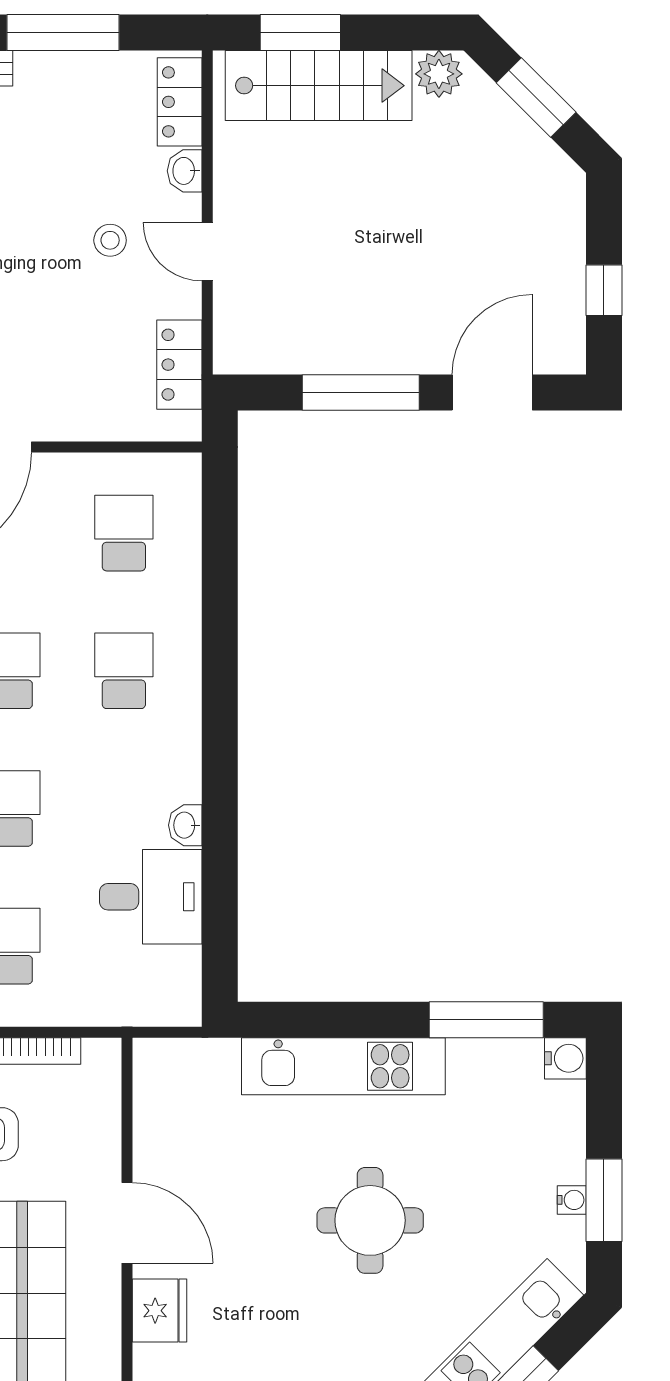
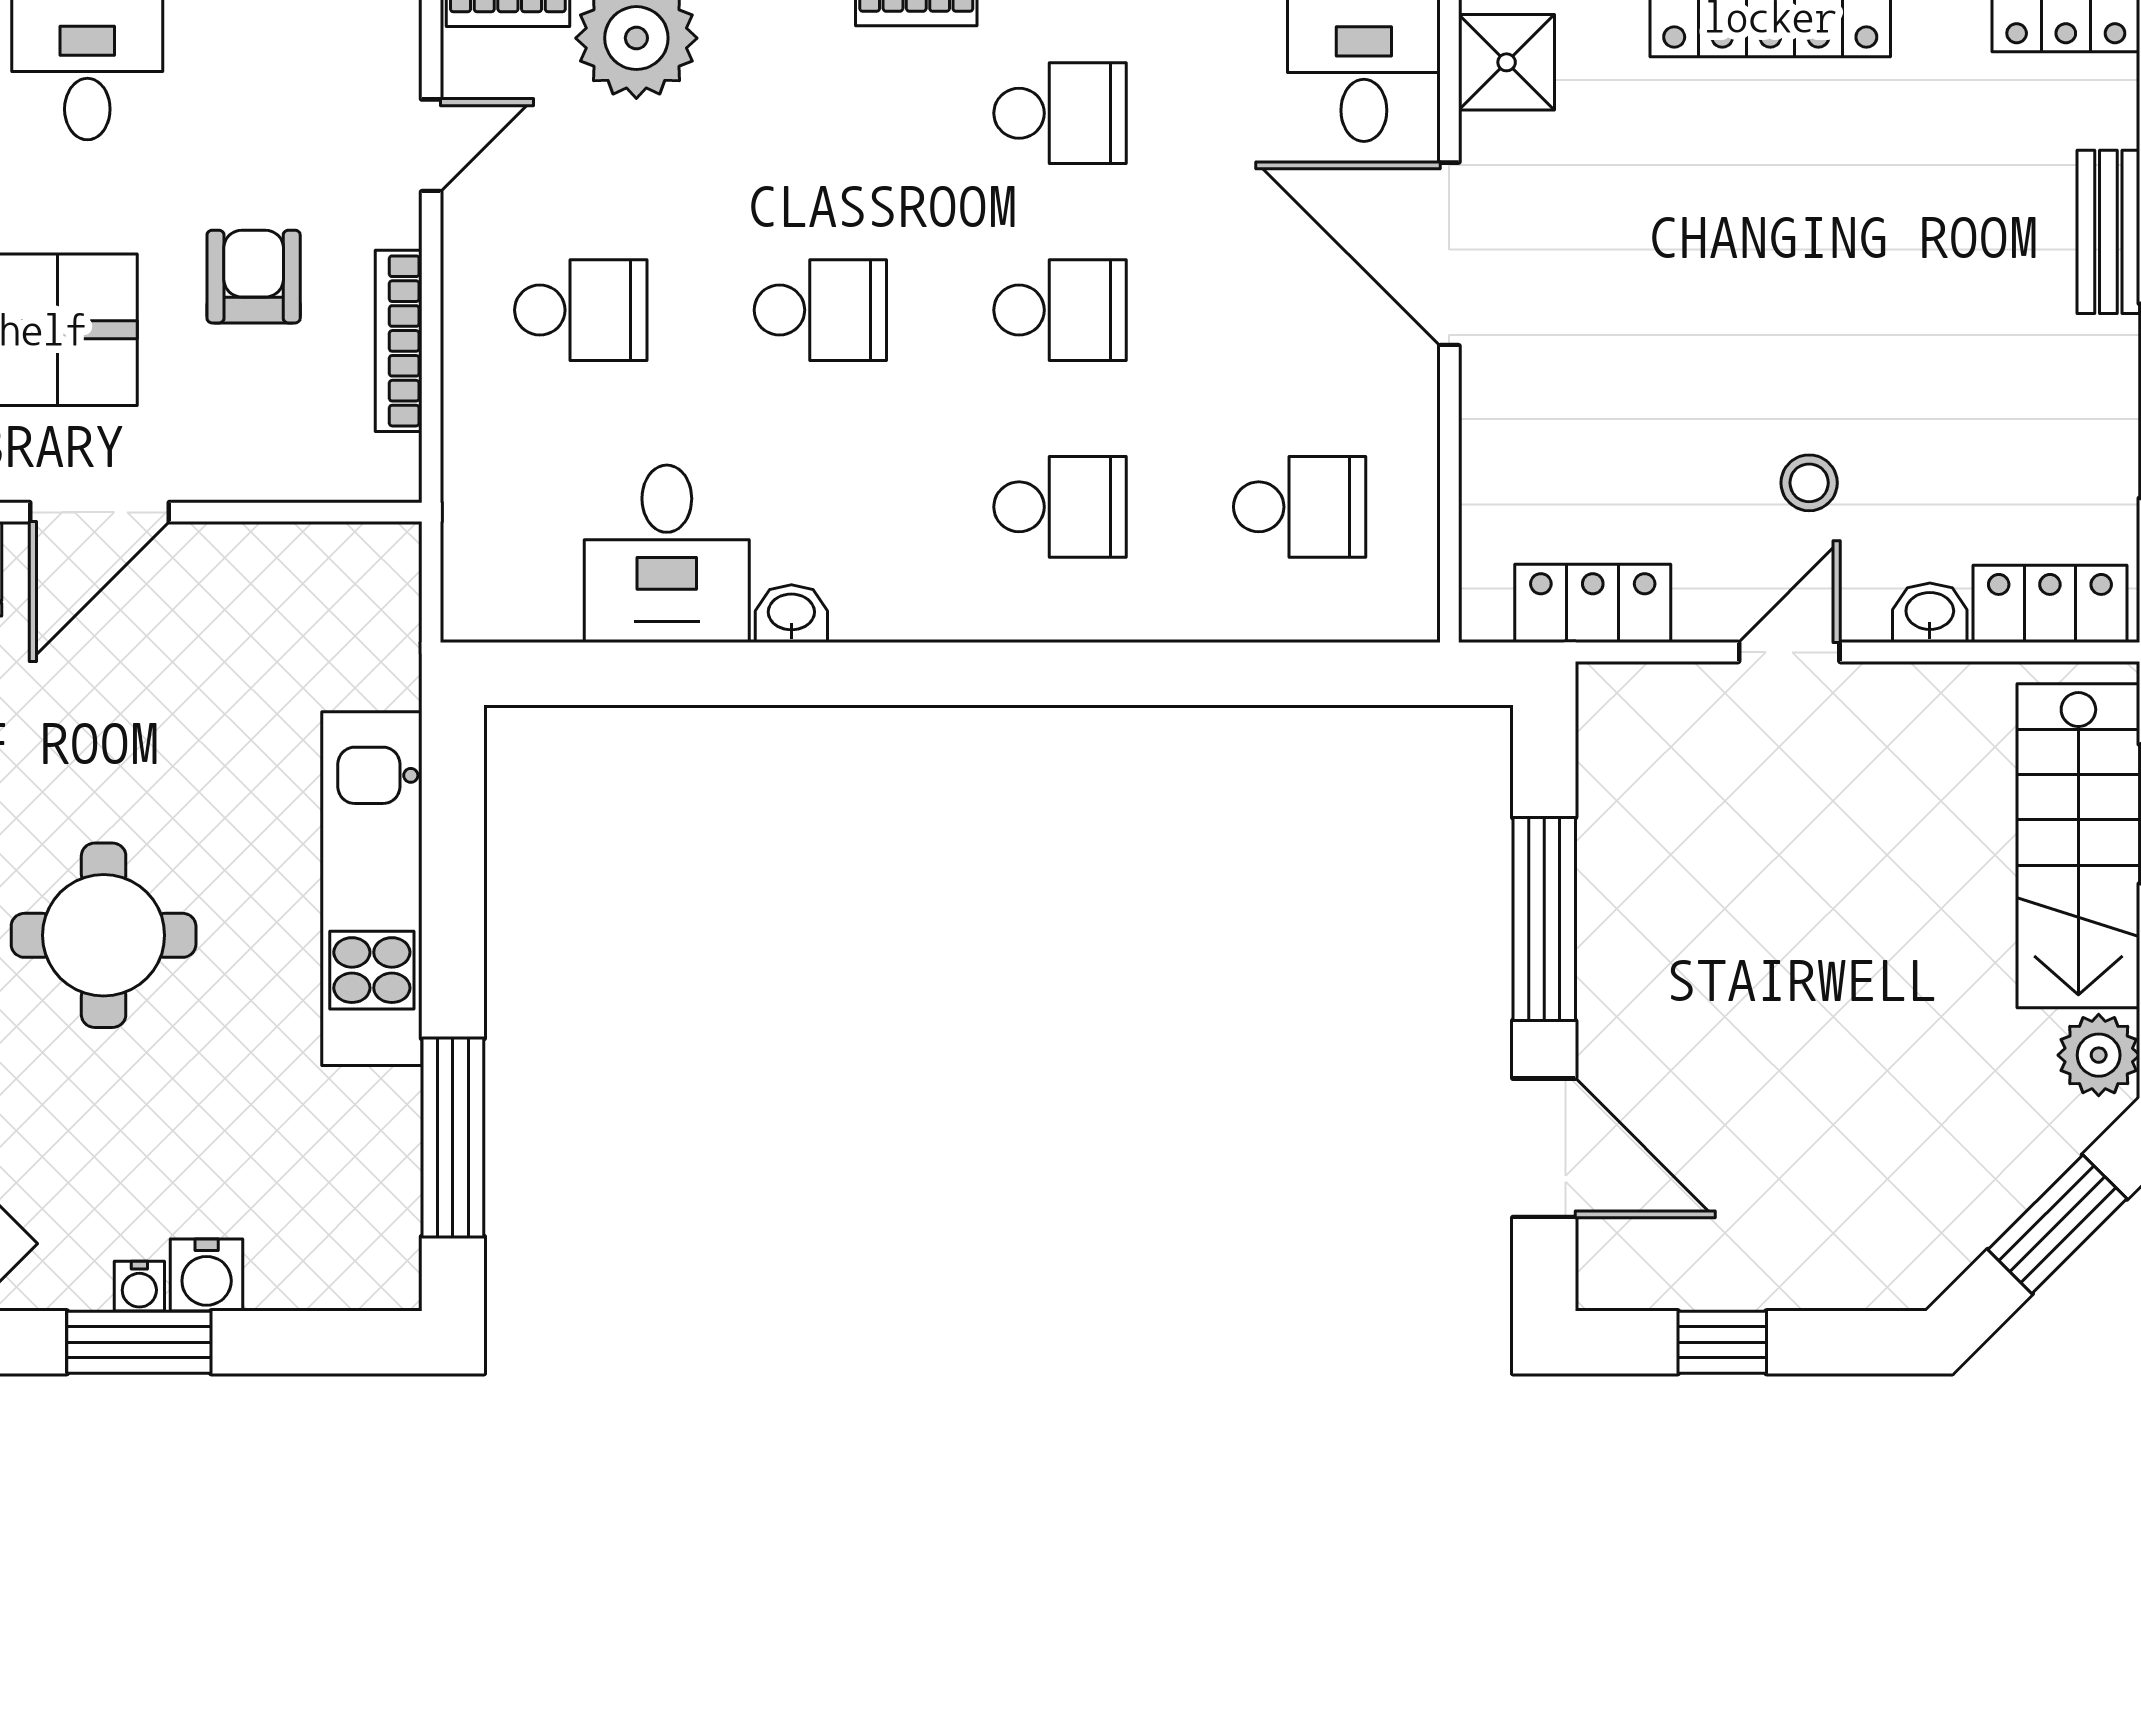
water cooler: (565, 1058) -> (207, 1275), moved

